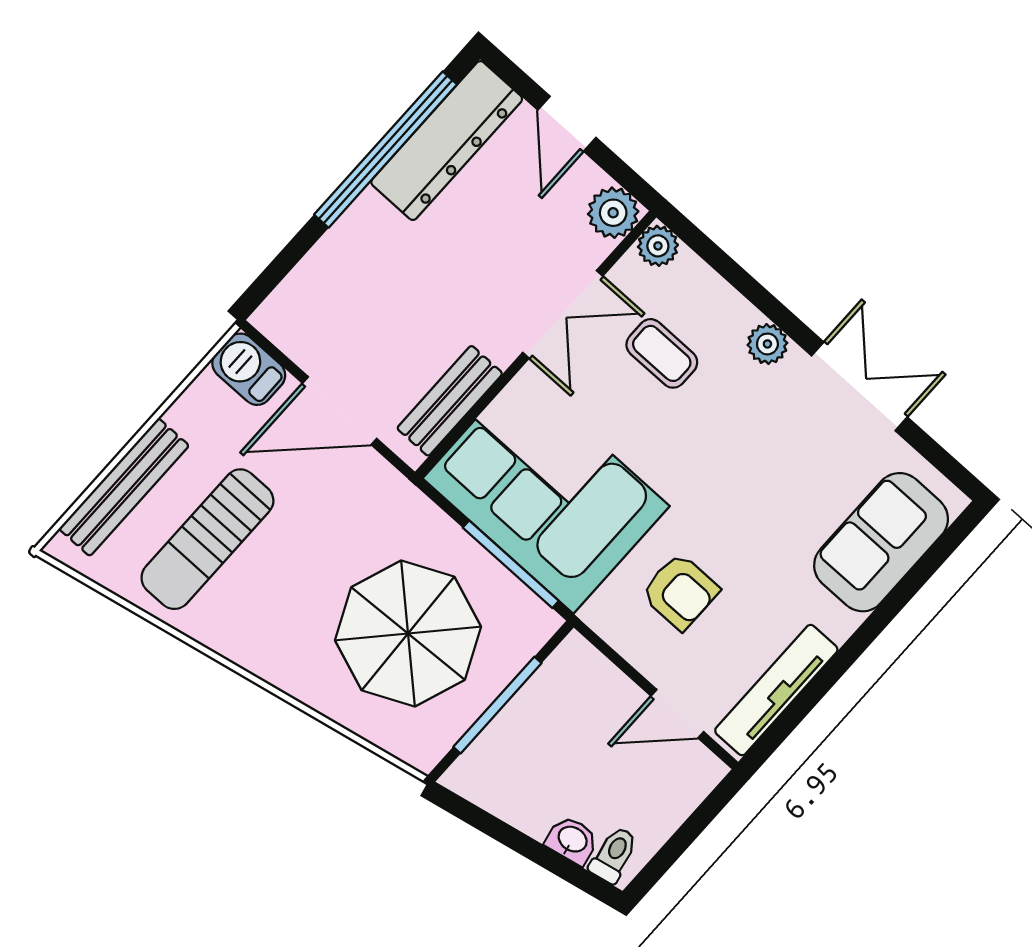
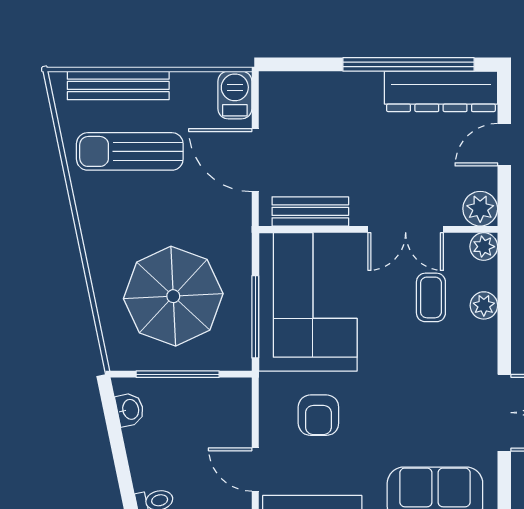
plant: (767, 344) -> (484, 305), moved
washbasin: (572, 840) -> (130, 410), moved

